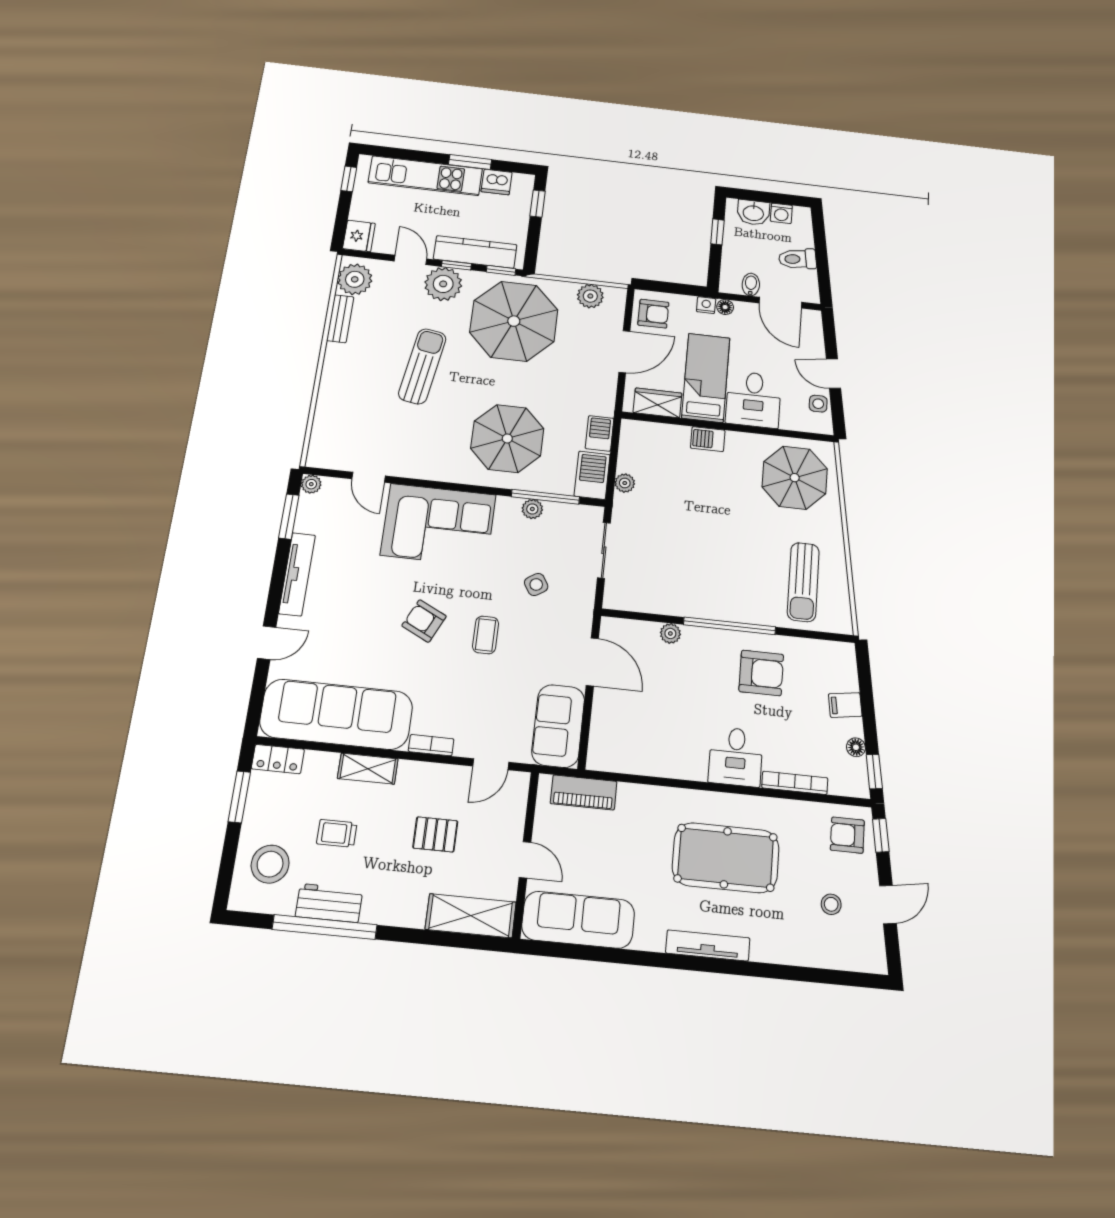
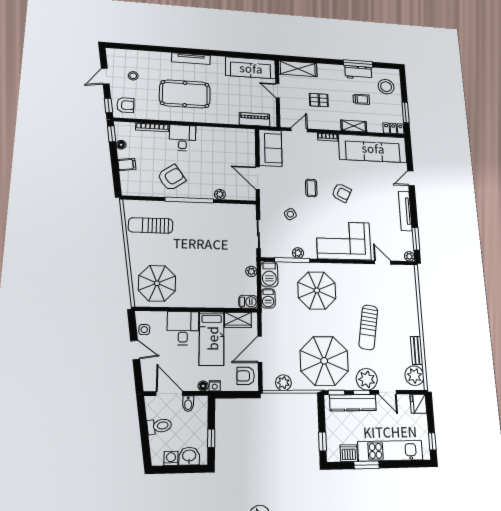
barbecue: (708, 439) -> (248, 302), moved
sun lounger: (803, 582) -> (151, 225), turned -90
armchair: (761, 673) -> (171, 178), turned 145
window: (325, 927) -> (358, 64), width x0.68

